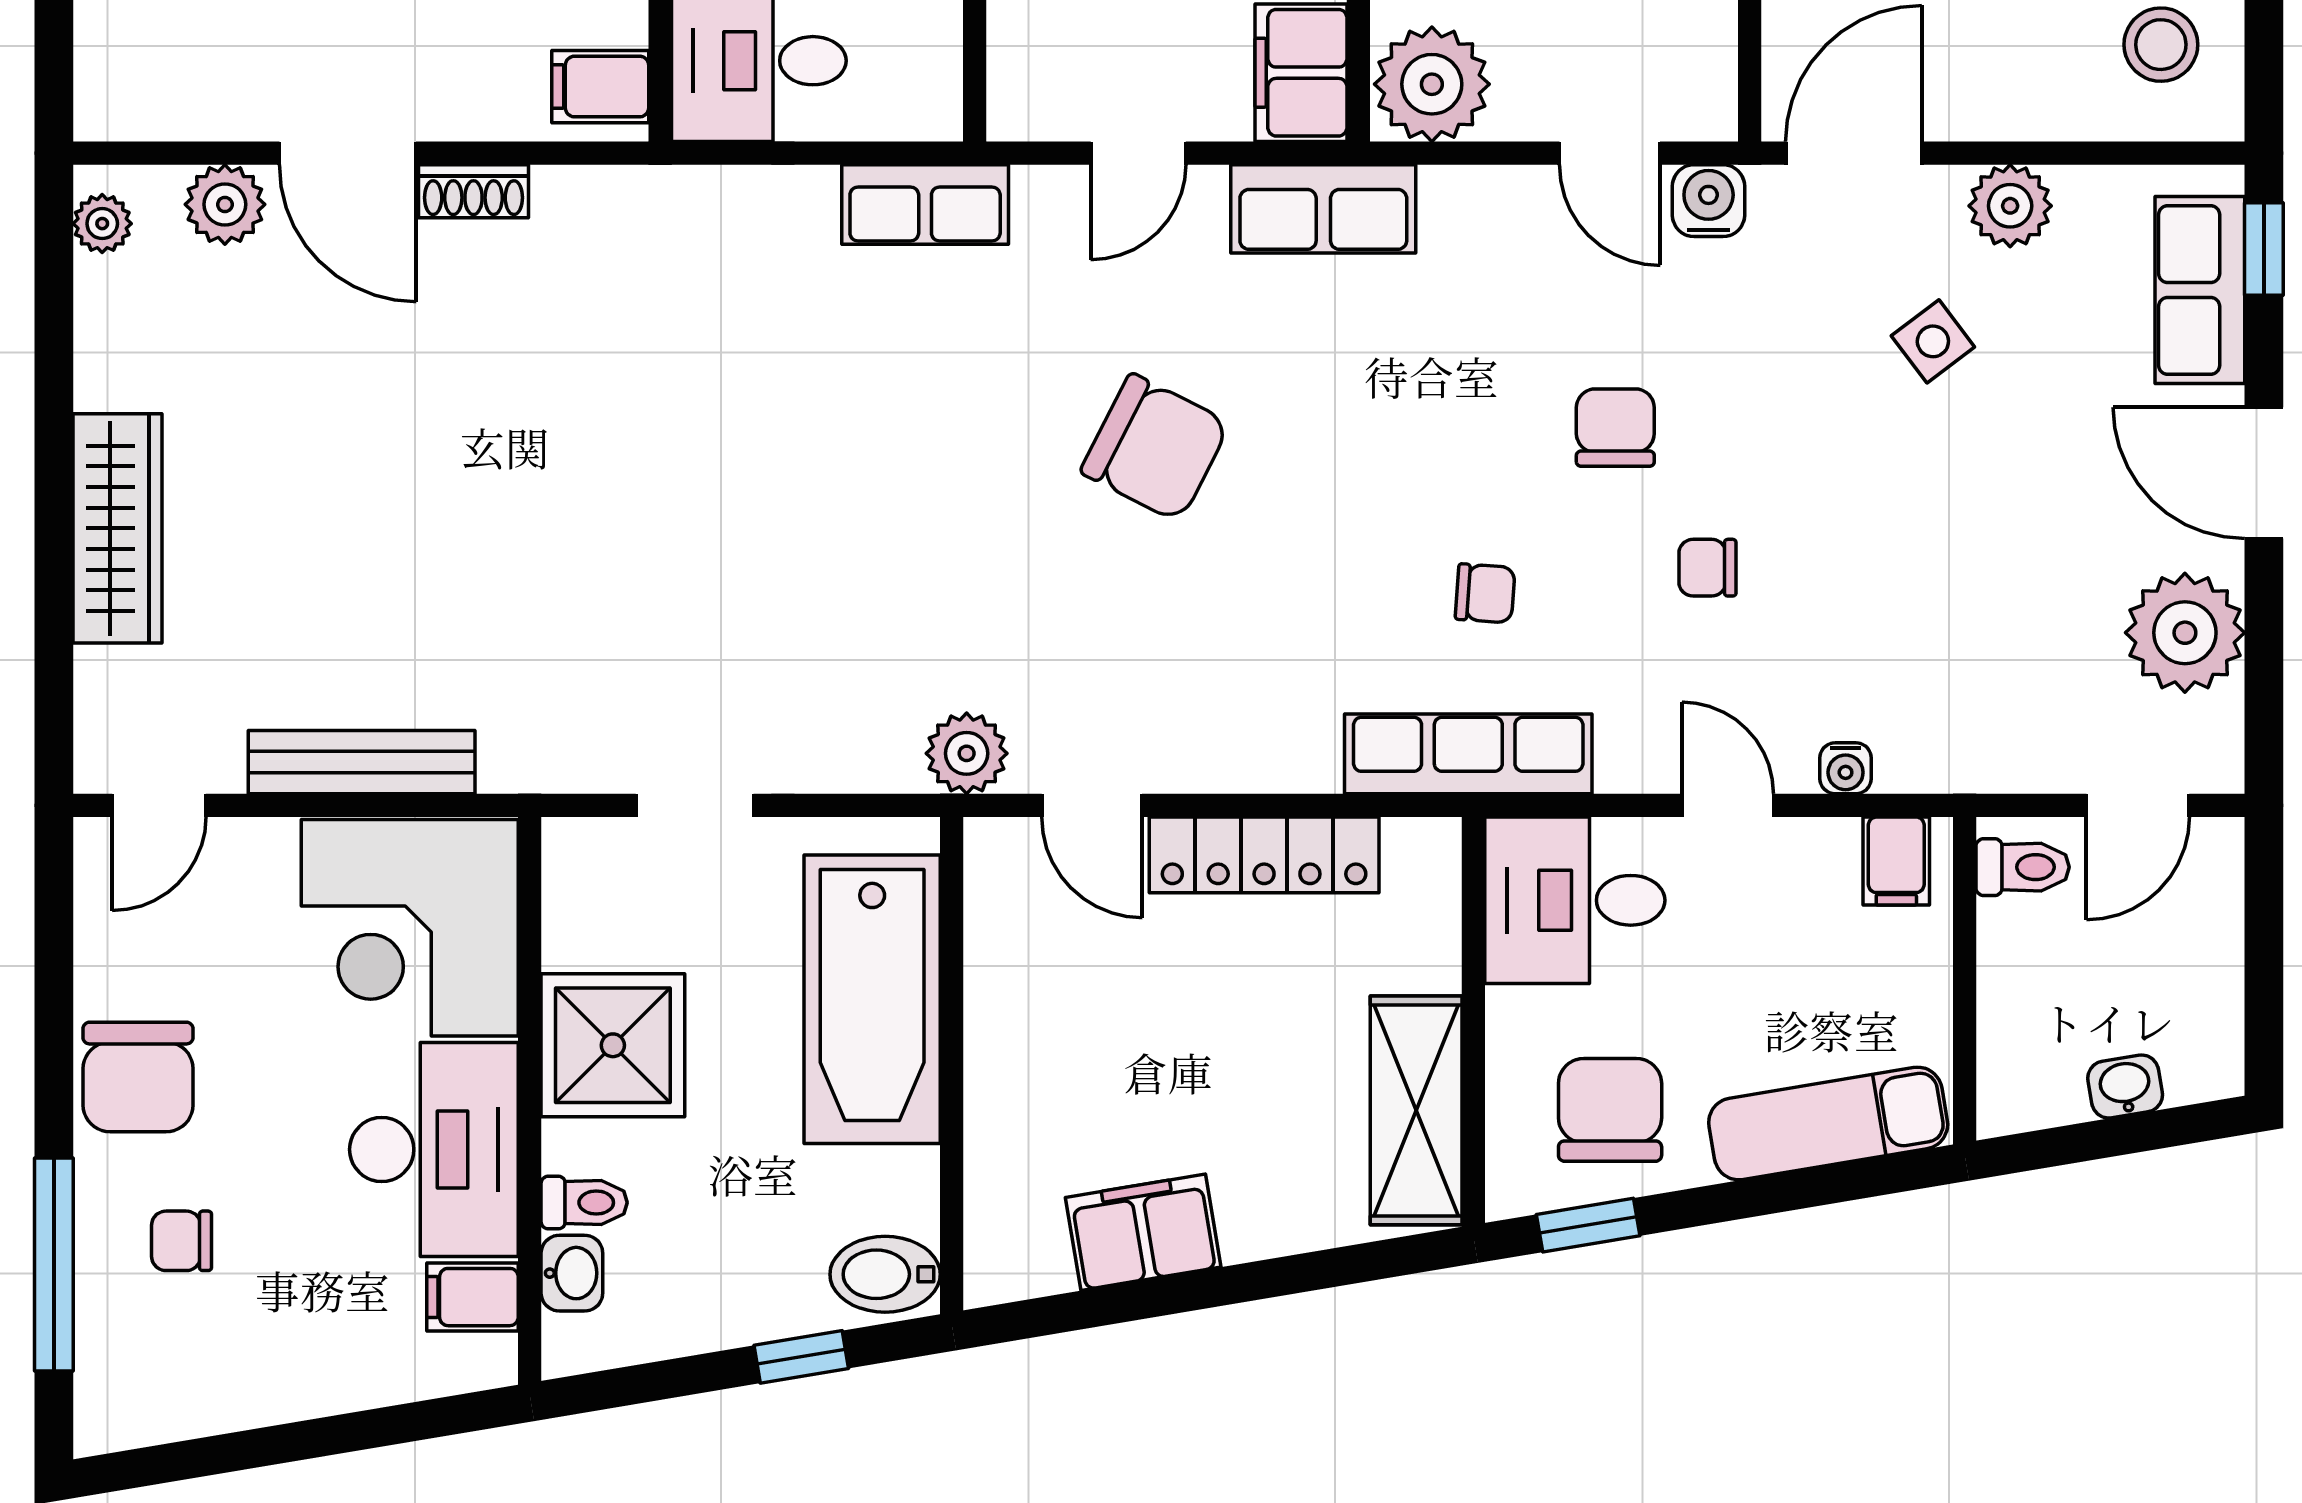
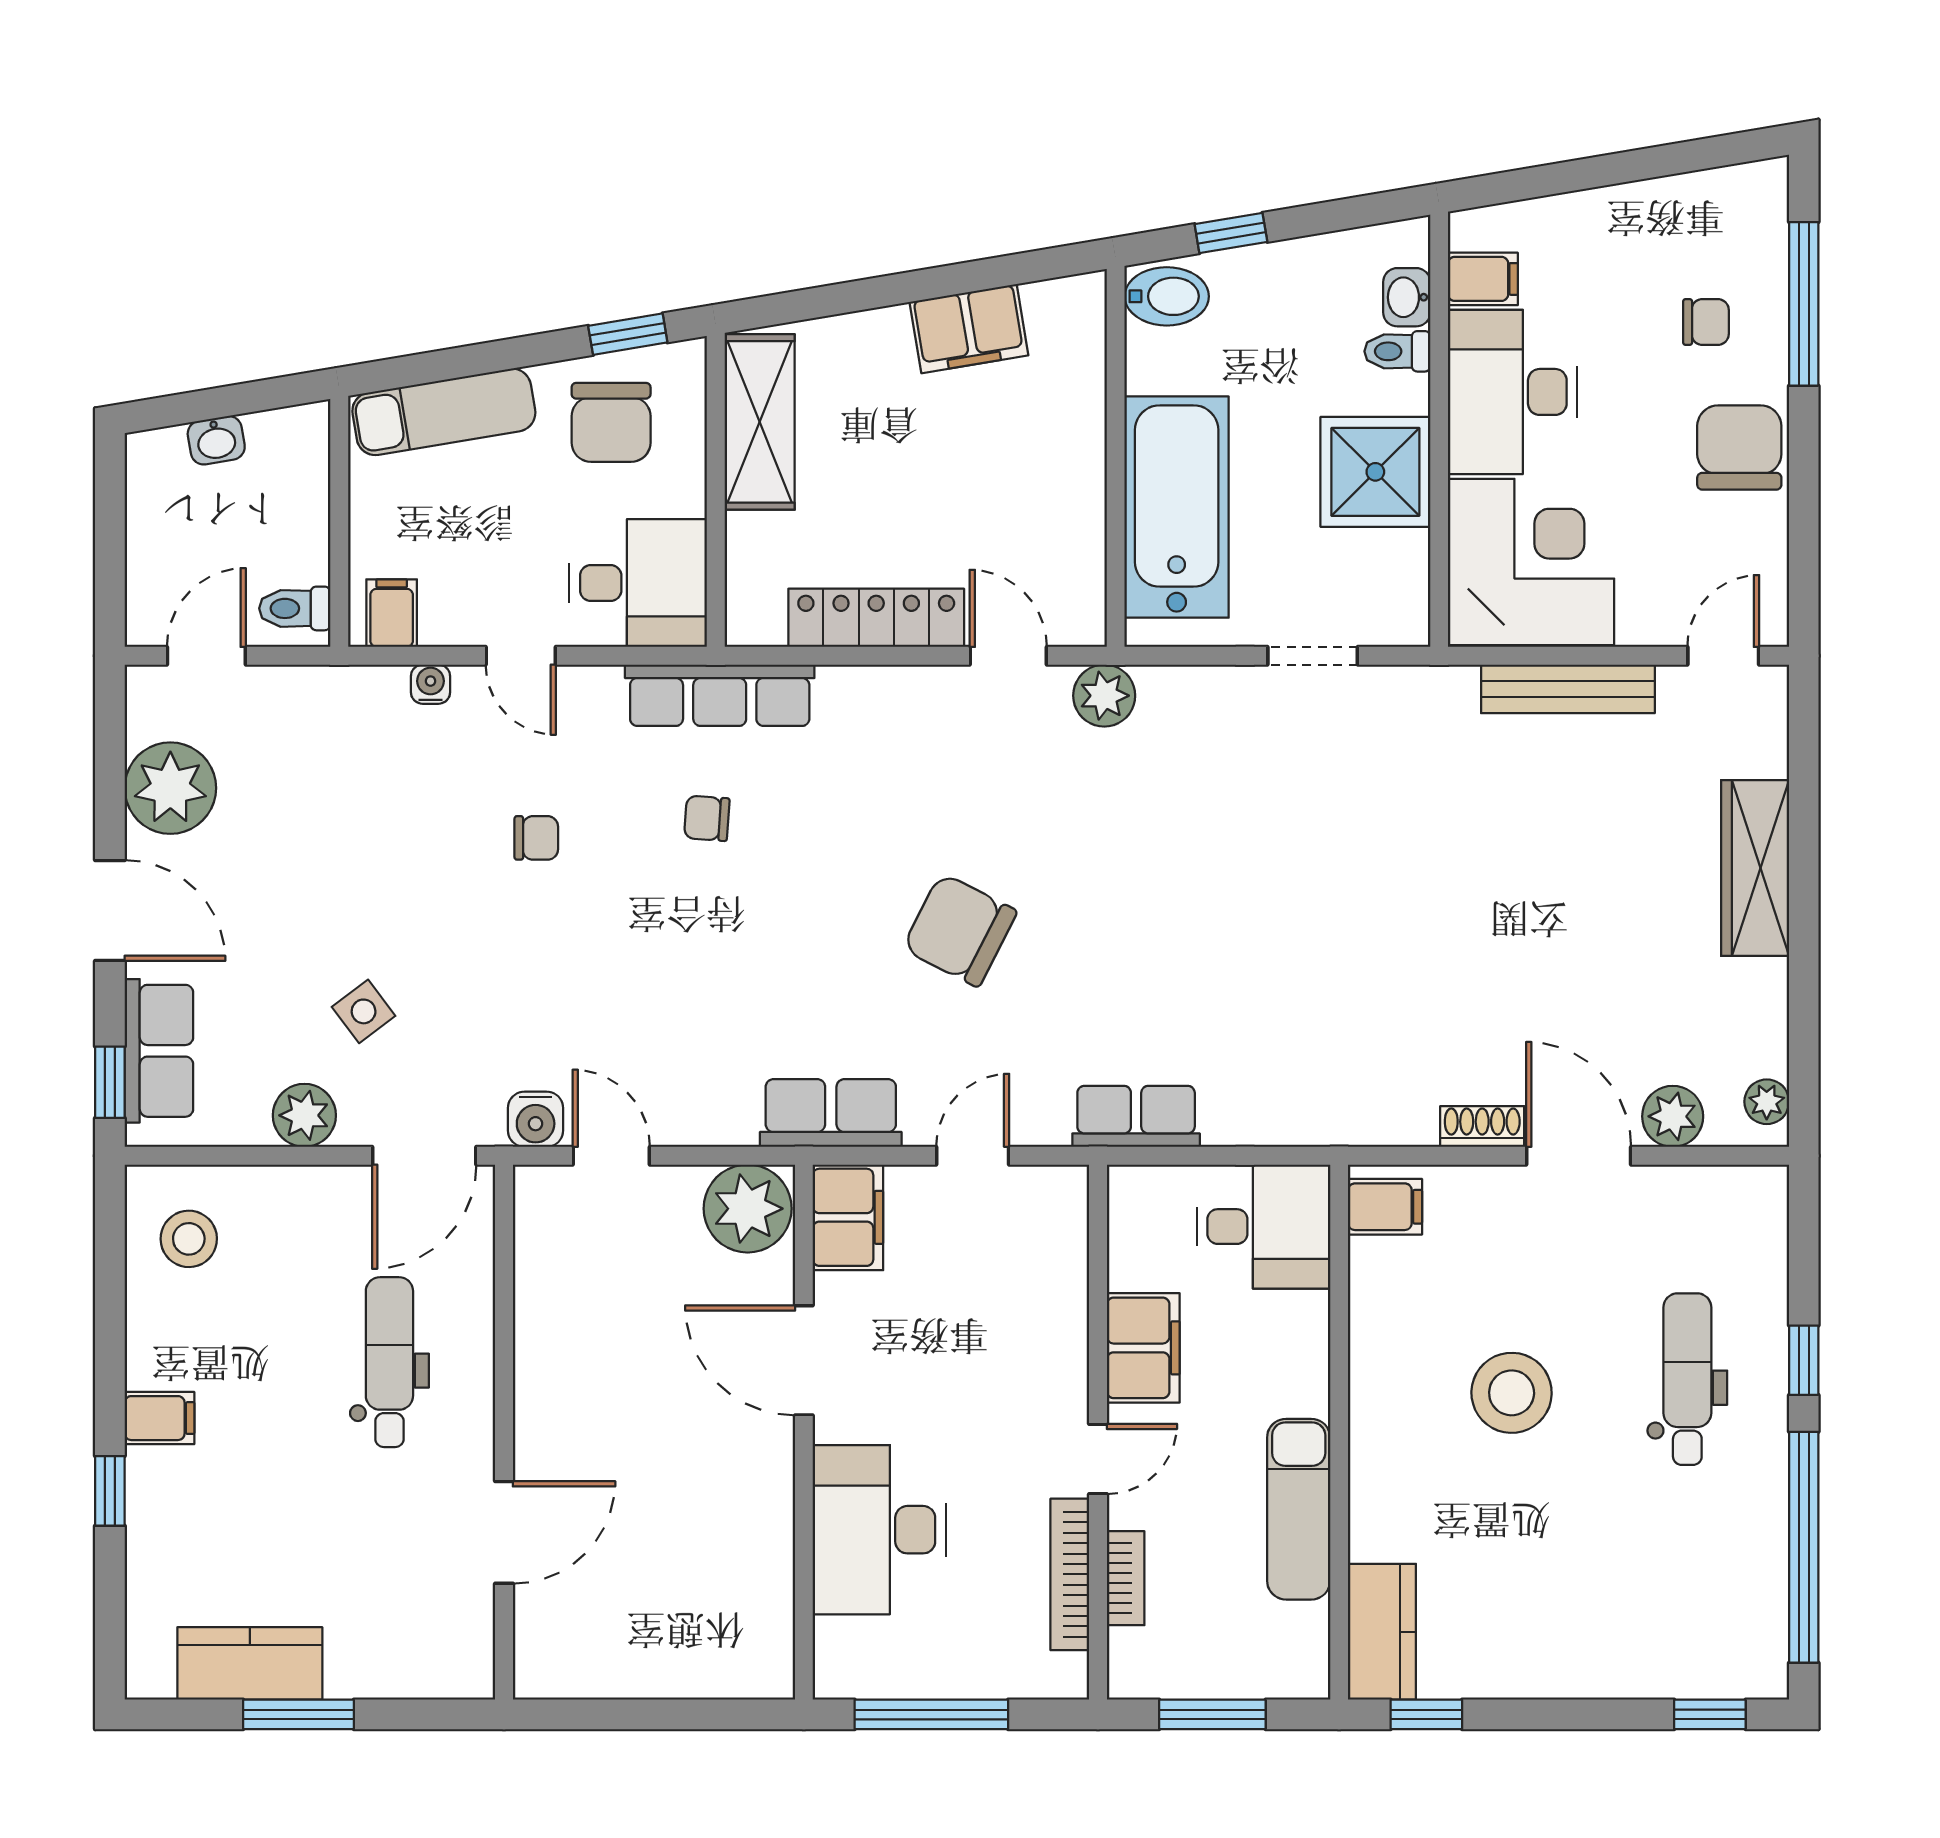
chair: (1615, 428) -> (607, 945), removed

